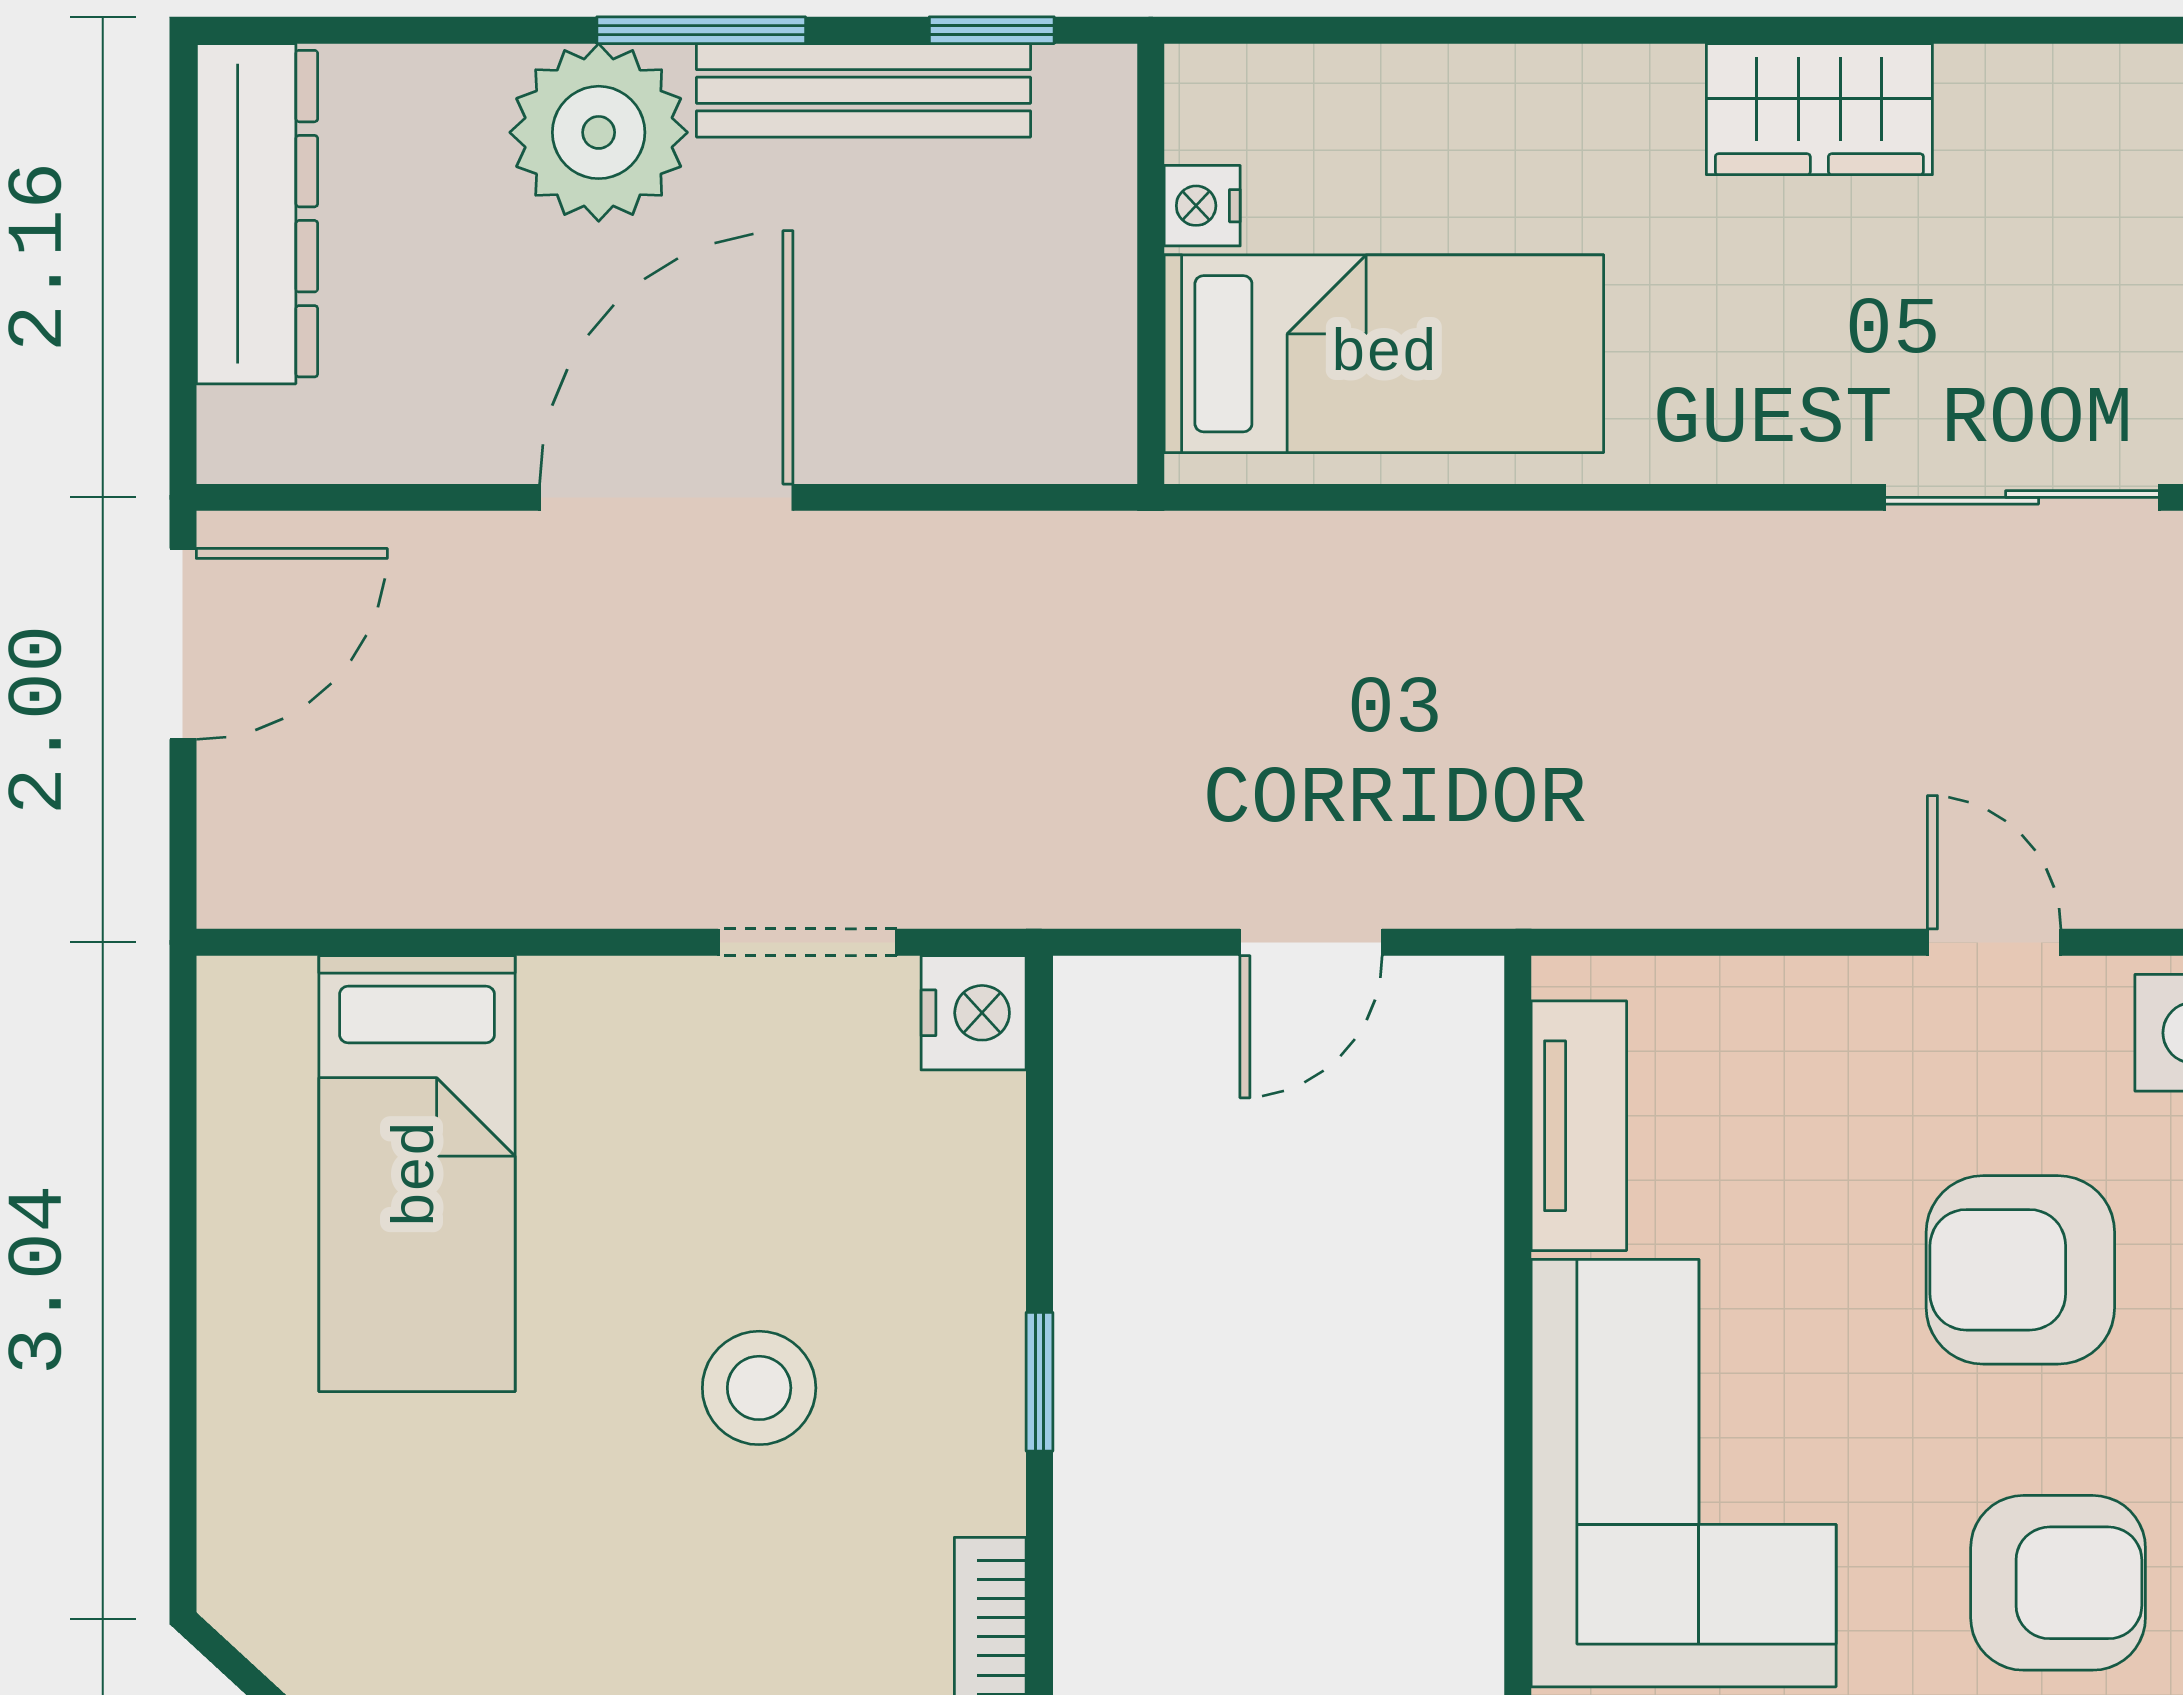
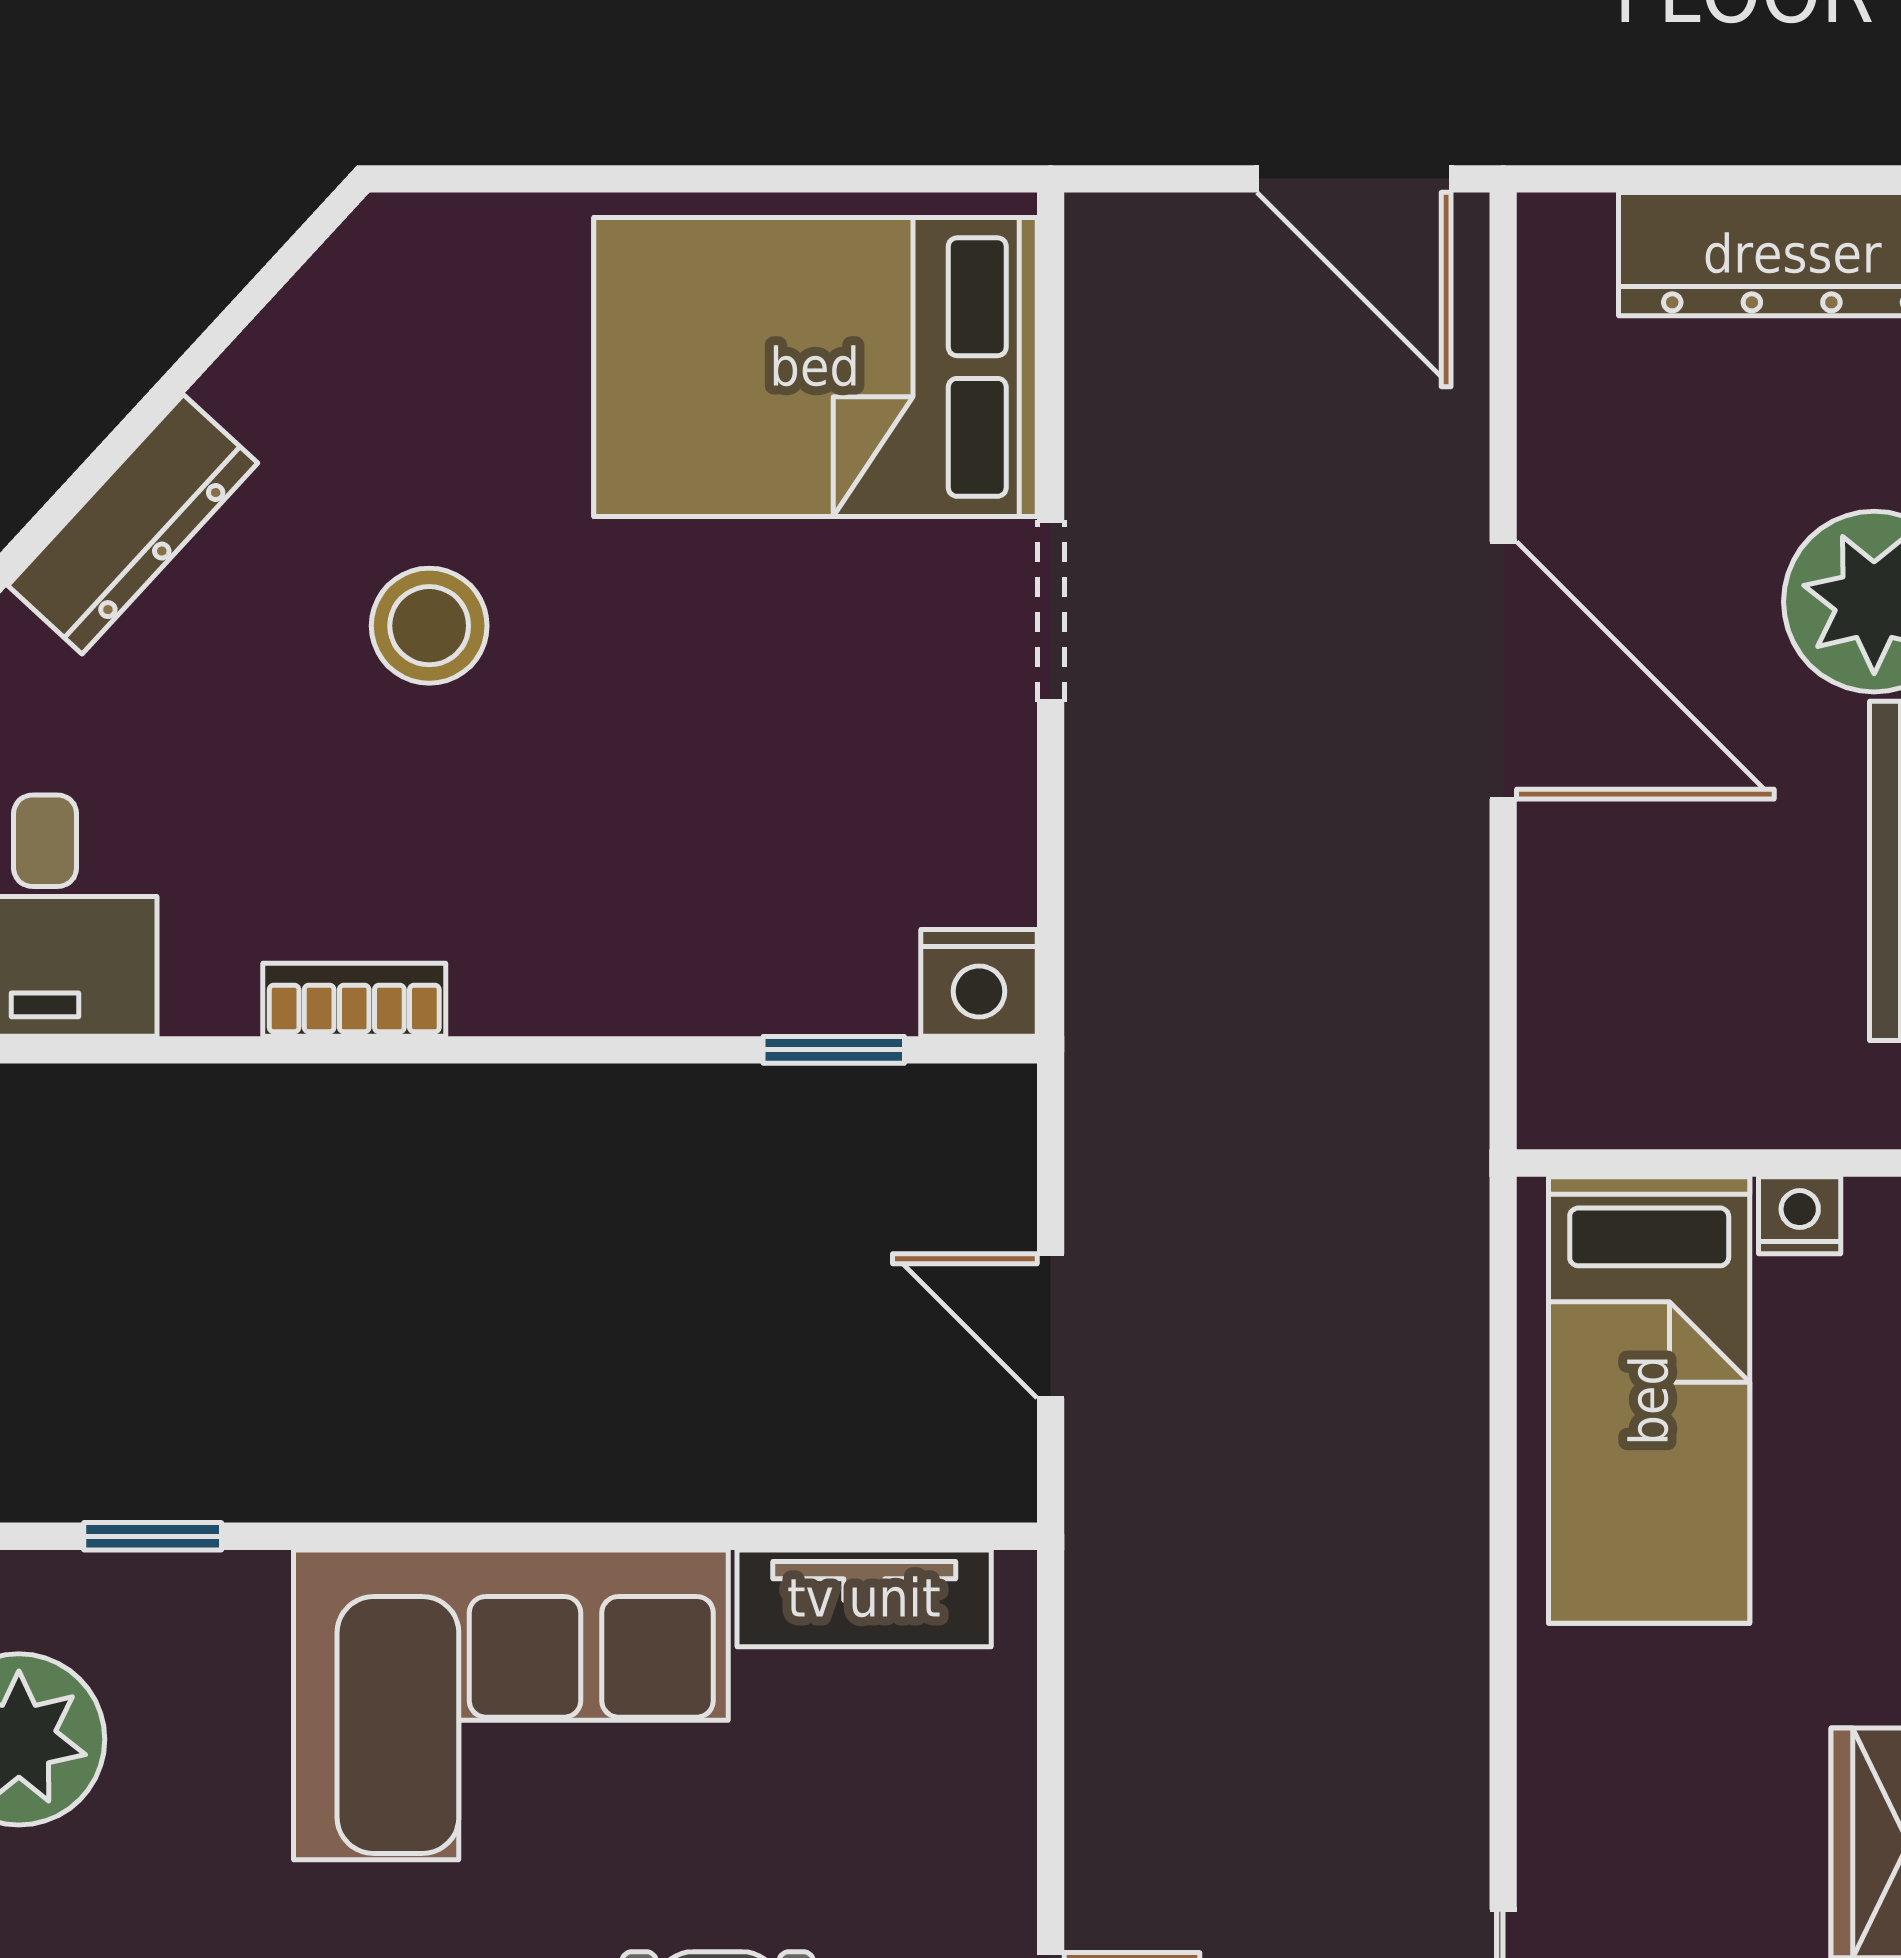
doorway: (807, 942) -> (1051, 611), moved
bed: (417, 1174) -> (815, 367), width x1.50
window: (1040, 1382) -> (834, 1050), moved
stool: (759, 1388) -> (429, 626), moved

